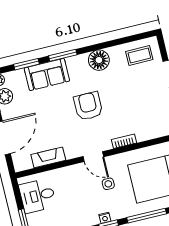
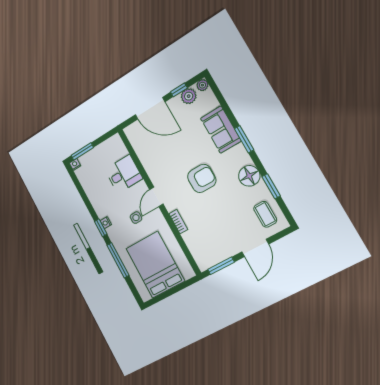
window: (26, 64) -> (271, 186), moved
fireplace: (48, 157) -> (144, 155), removed
desk: (38, 196) -> (124, 174), moved, turned 90

